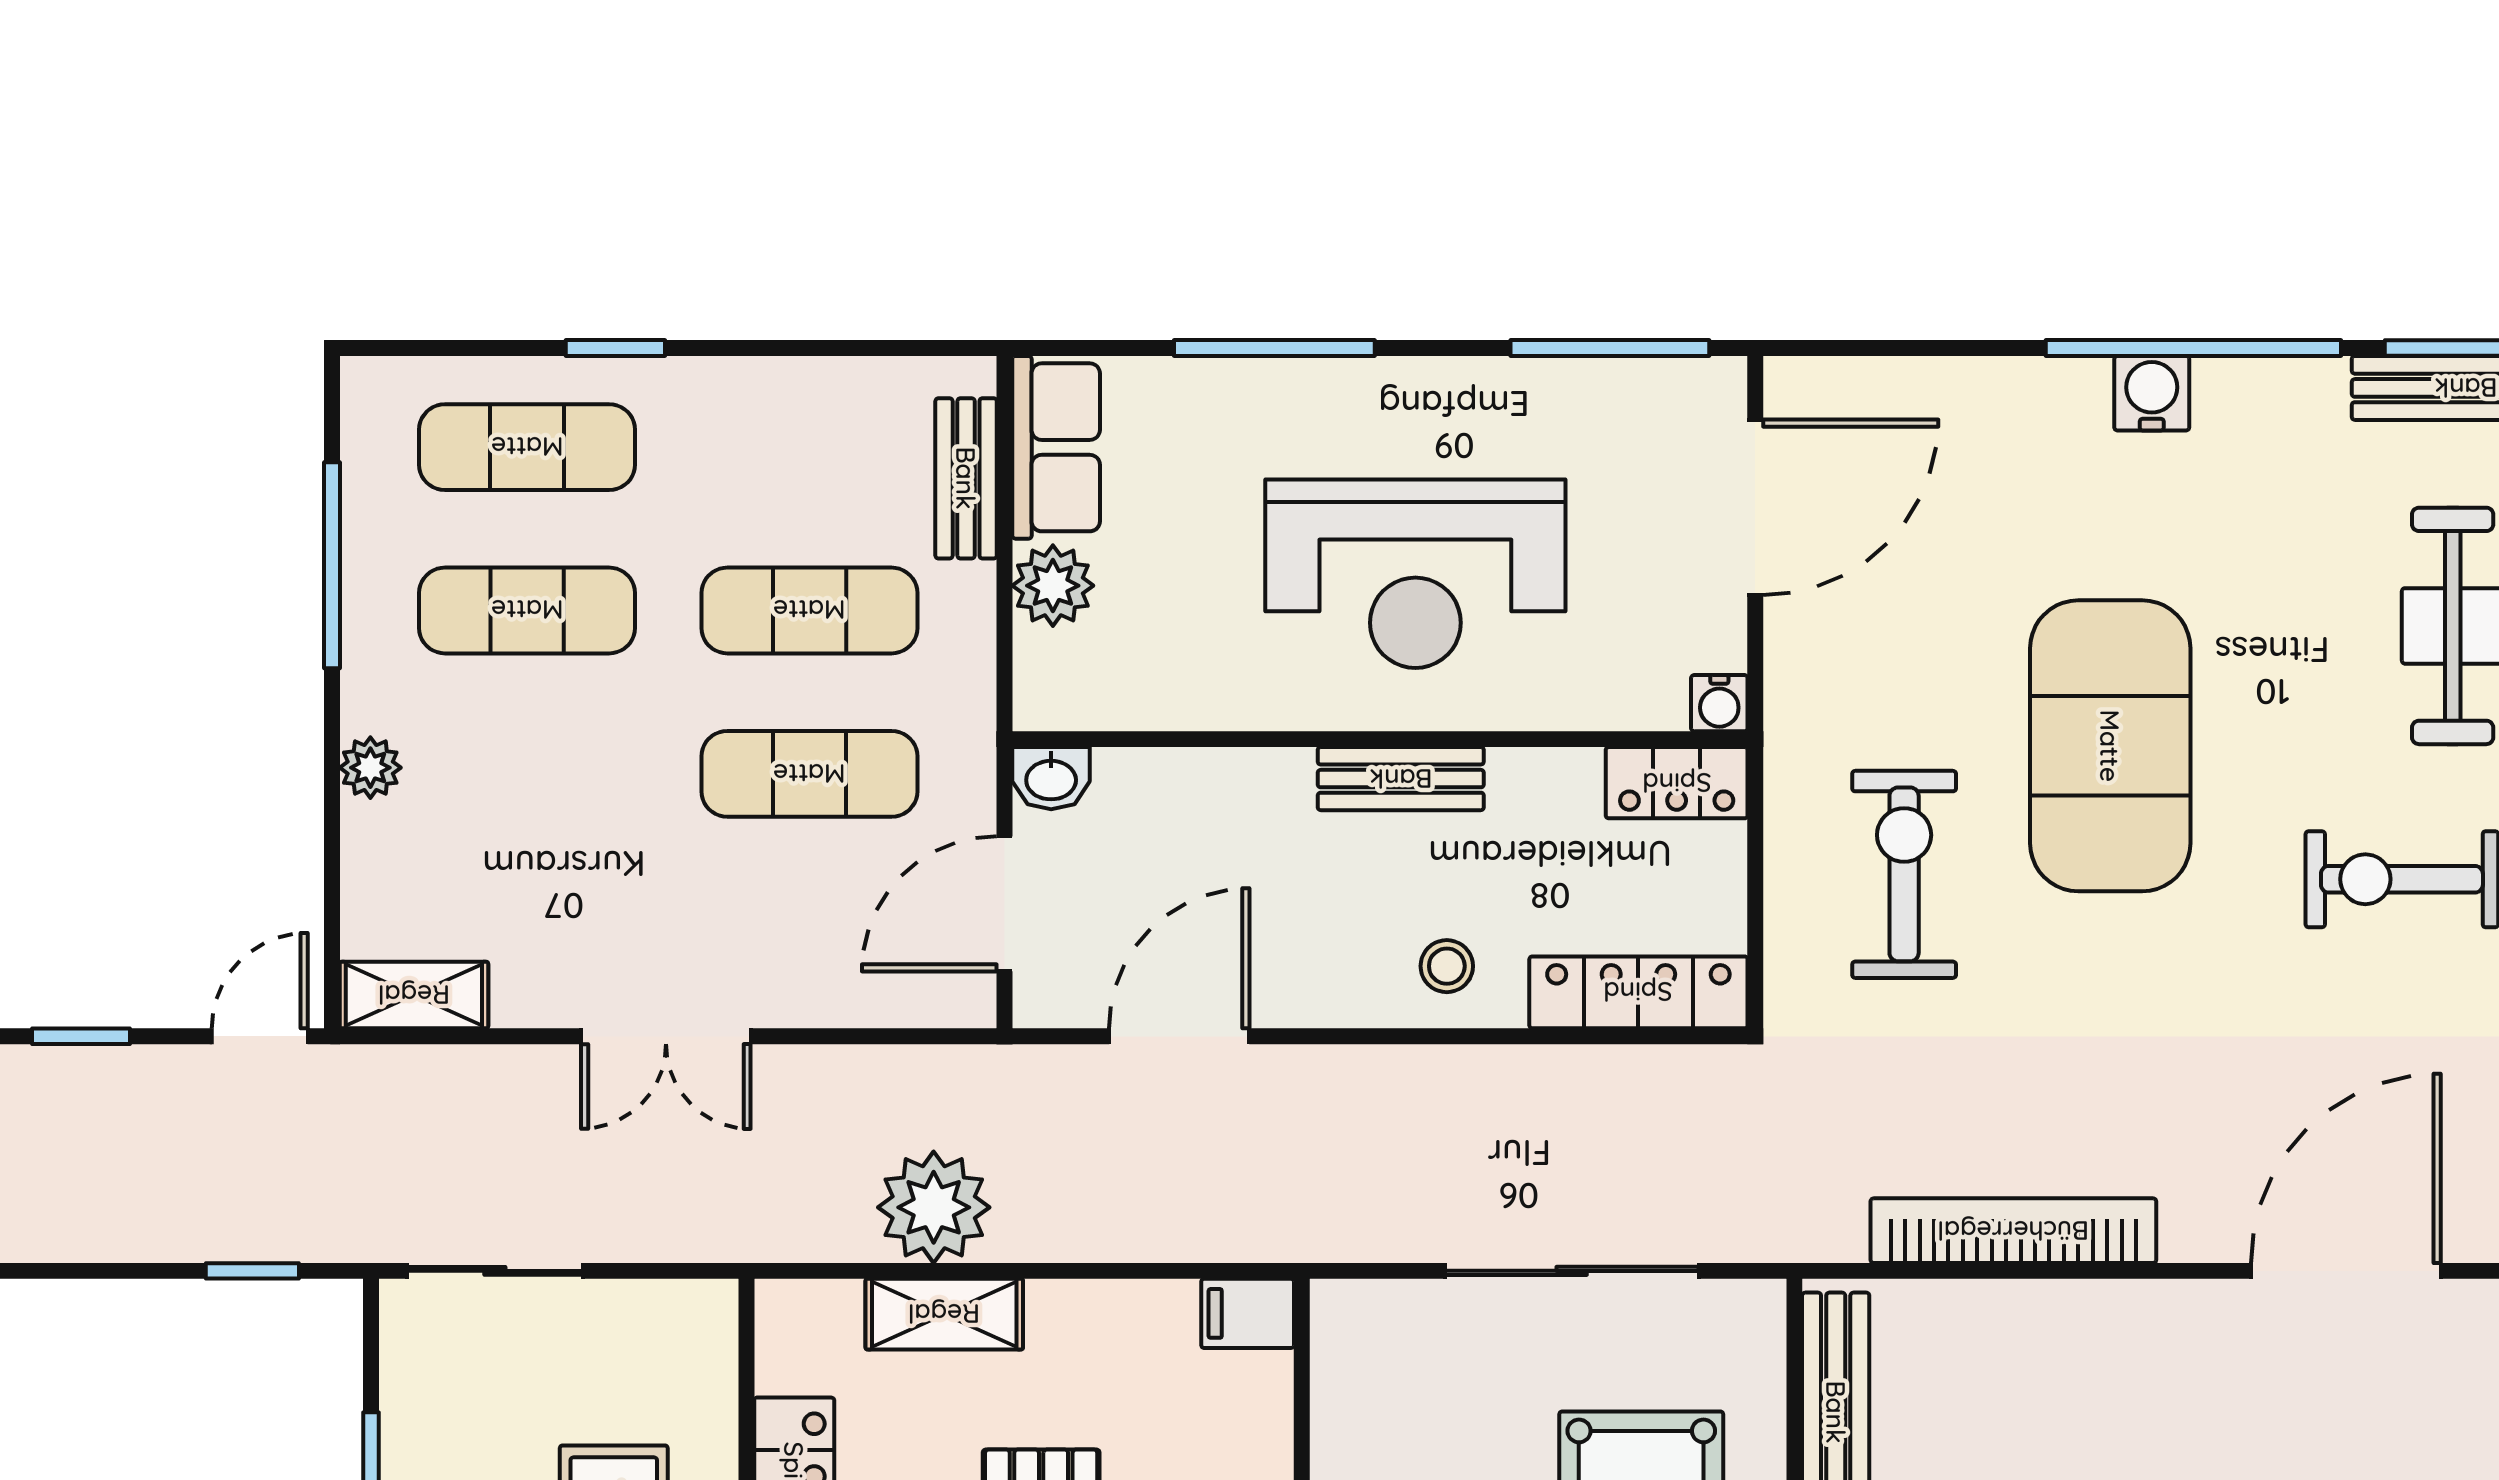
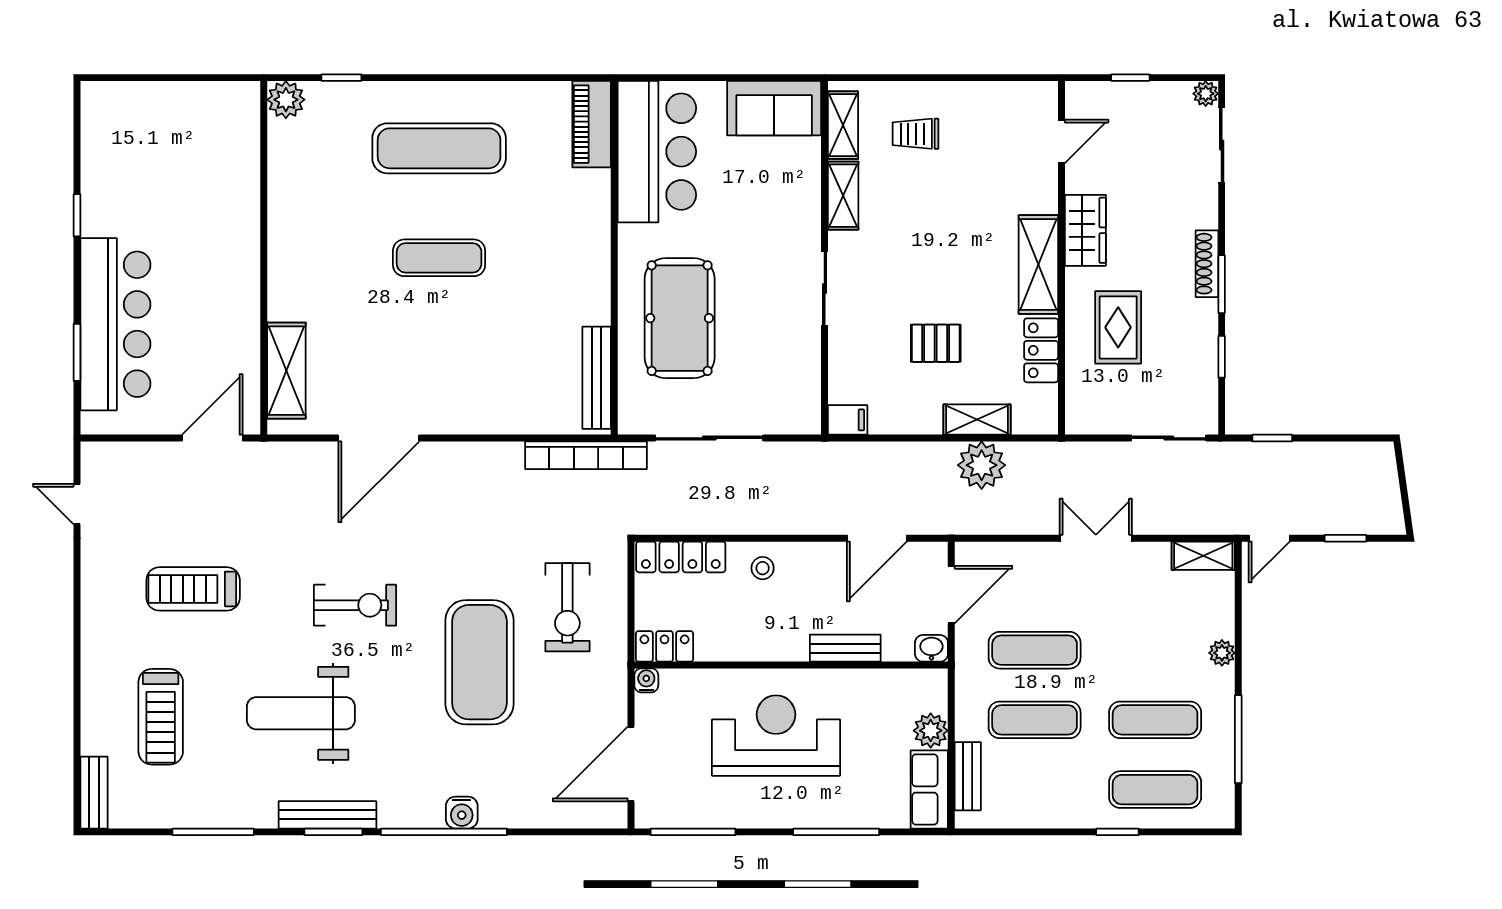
bench: (1401, 779) -> (845, 648), moved
bookcase: (2013, 1231) -> (586, 455), moved

